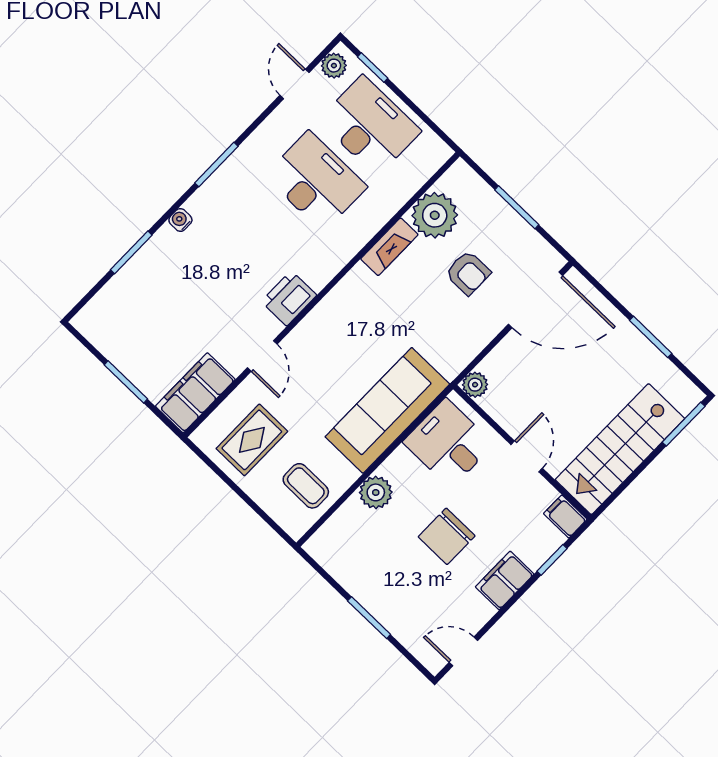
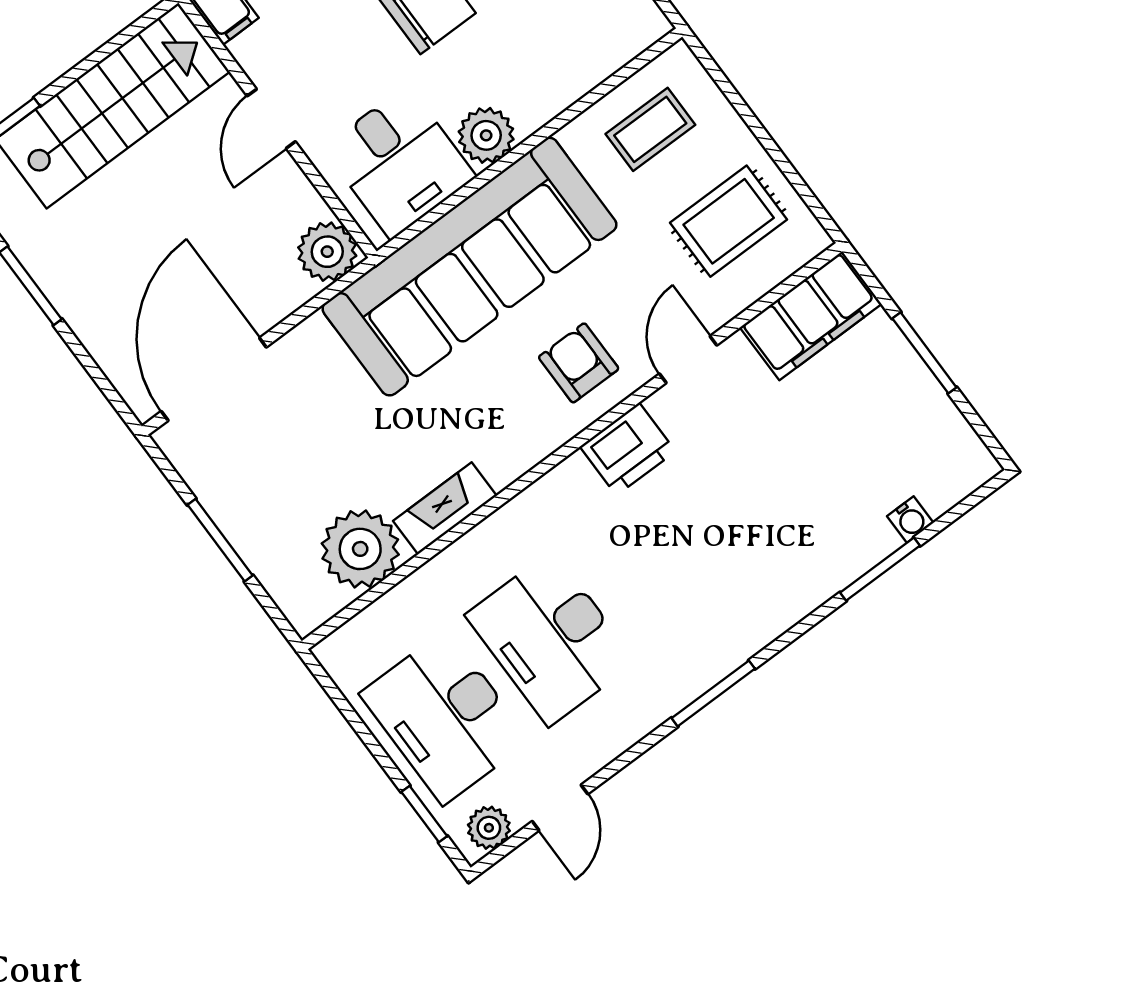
water cooler: (180, 220) -> (910, 519), moved
armchair: (468, 273) -> (579, 363), moved
door: (536, 300) -> (214, 379), hinge flipped
plant: (475, 385) -> (327, 252), width x1.38, depth x1.38
sofa: (387, 410) -> (469, 267), width x1.36, depth x1.27
coffee table: (306, 486) -> (650, 129), turned 90
plant: (376, 492) -> (486, 135), moved

